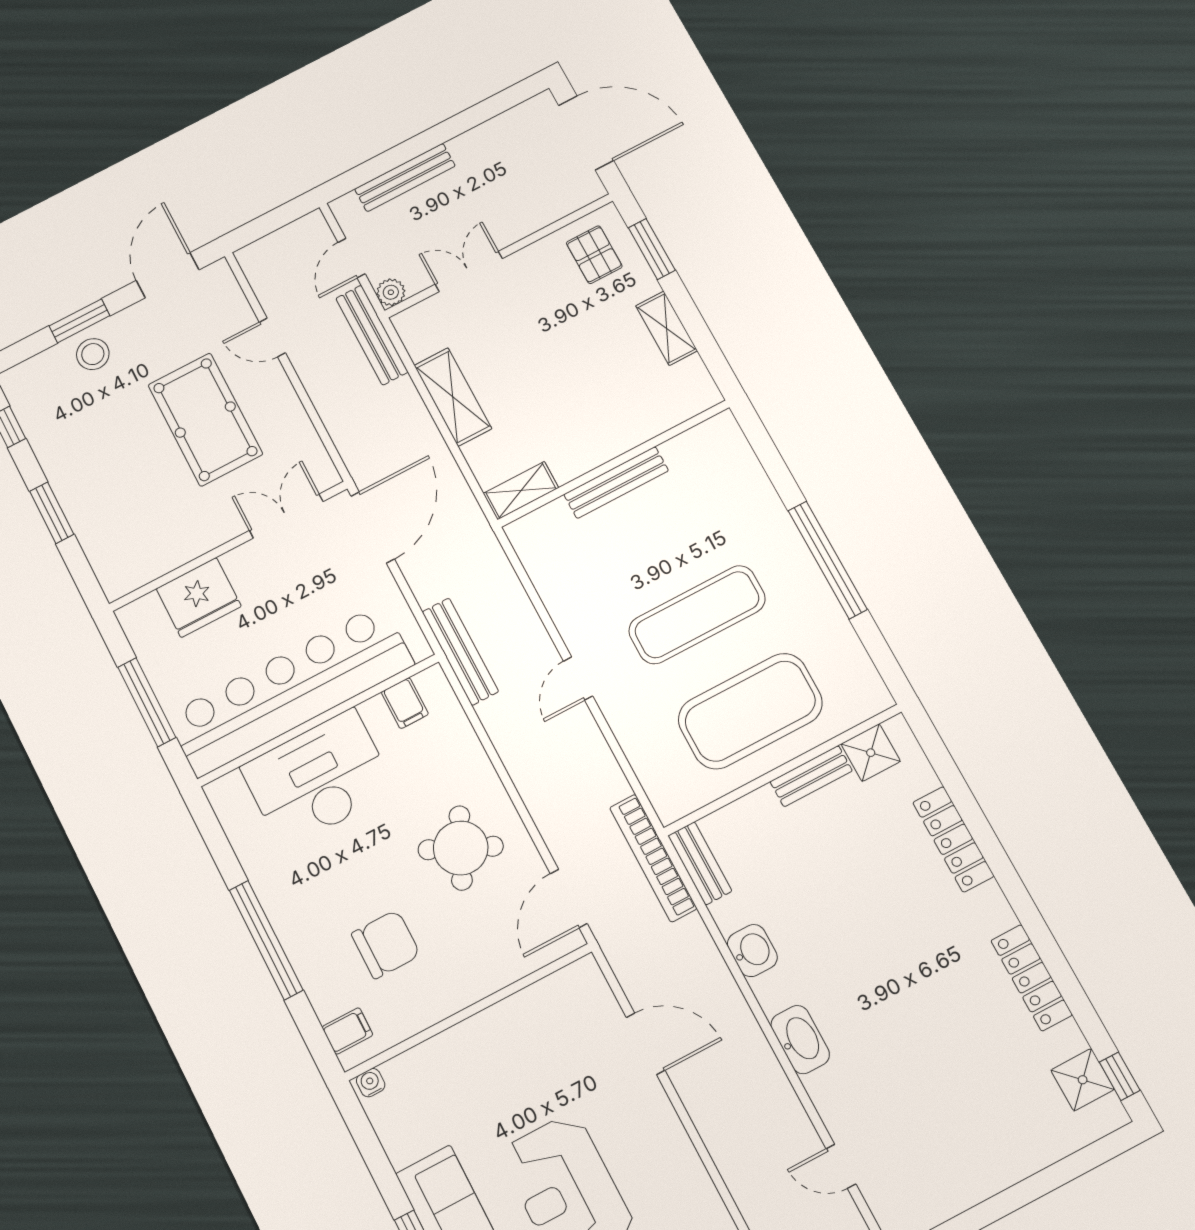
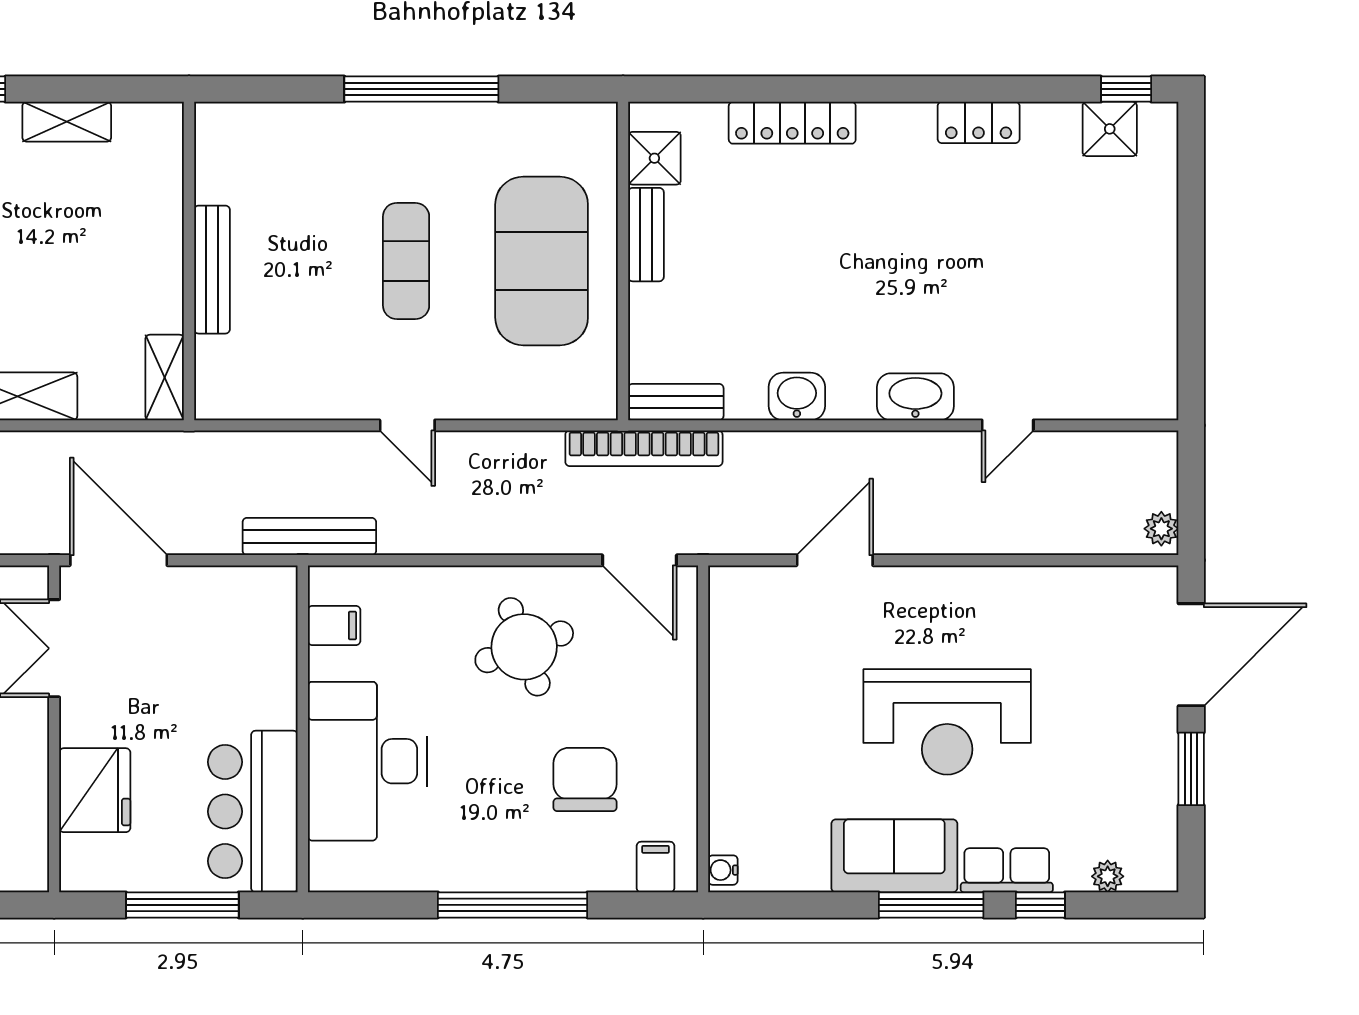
exercise mat: (697, 615) -> (406, 261), width x0.73, depth x0.69
bar counter: (290, 690) -> (253, 812), width x0.54
round table: (461, 848) -> (524, 647), turned 45
locker: (1031, 978) -> (979, 122), width x0.66
door: (841, 1166) -> (1008, 425), moved

